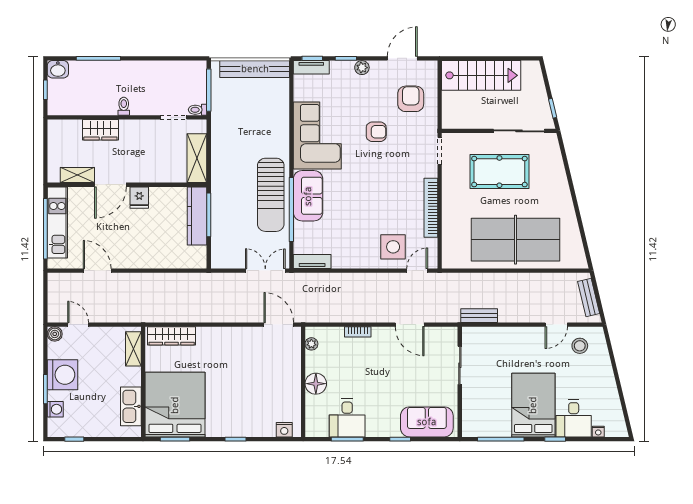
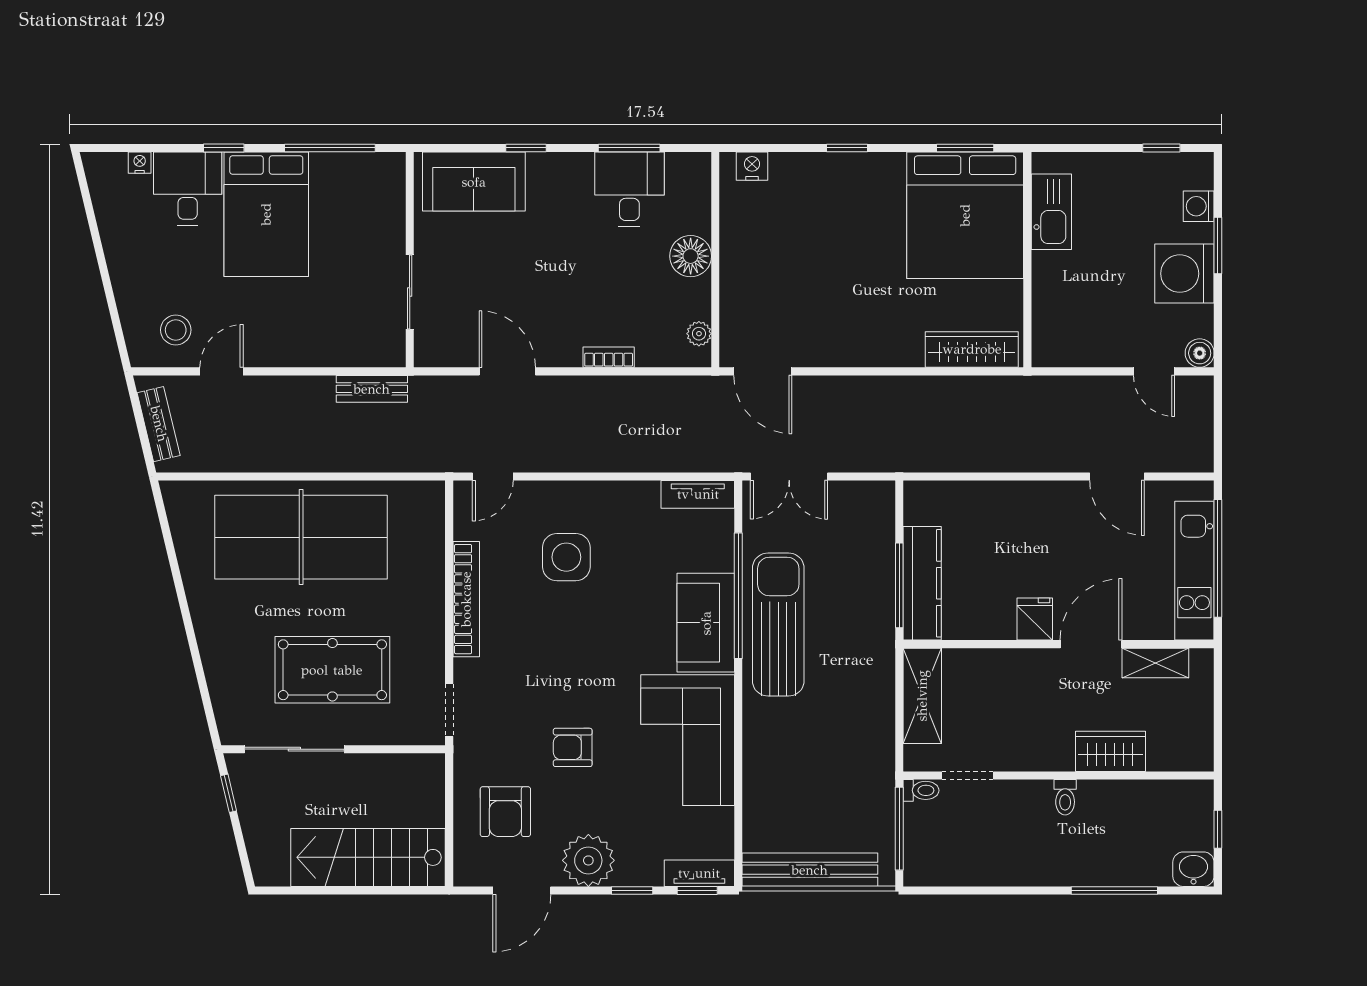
plant: (362, 68) -> (588, 860), width x1.87, depth x1.87
side table: (393, 247) -> (566, 557), moved
shelving: (133, 349) -> (1046, 324), removed

